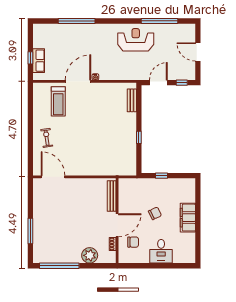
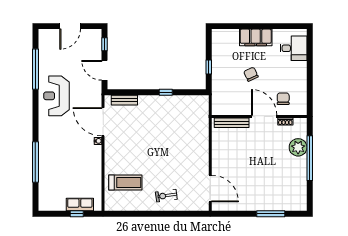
door: (78, 81) -> (103, 122), moved
door: (53, 177) -> (210, 188), swing flipped
desk: (161, 251) -> (293, 48), moved
window: (59, 266) -> (310, 158), moved

